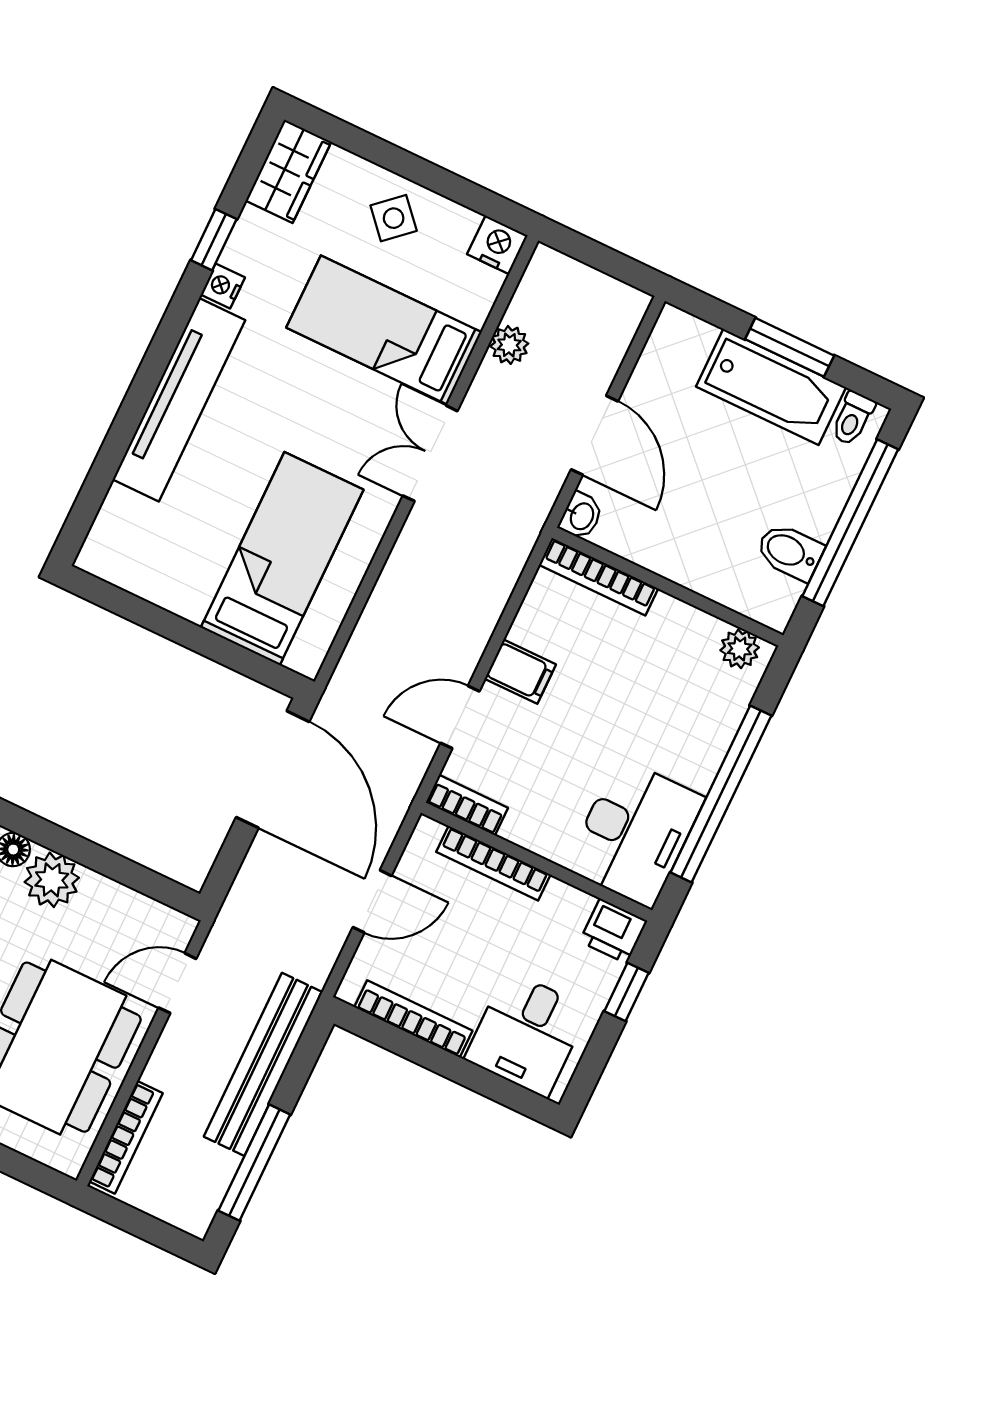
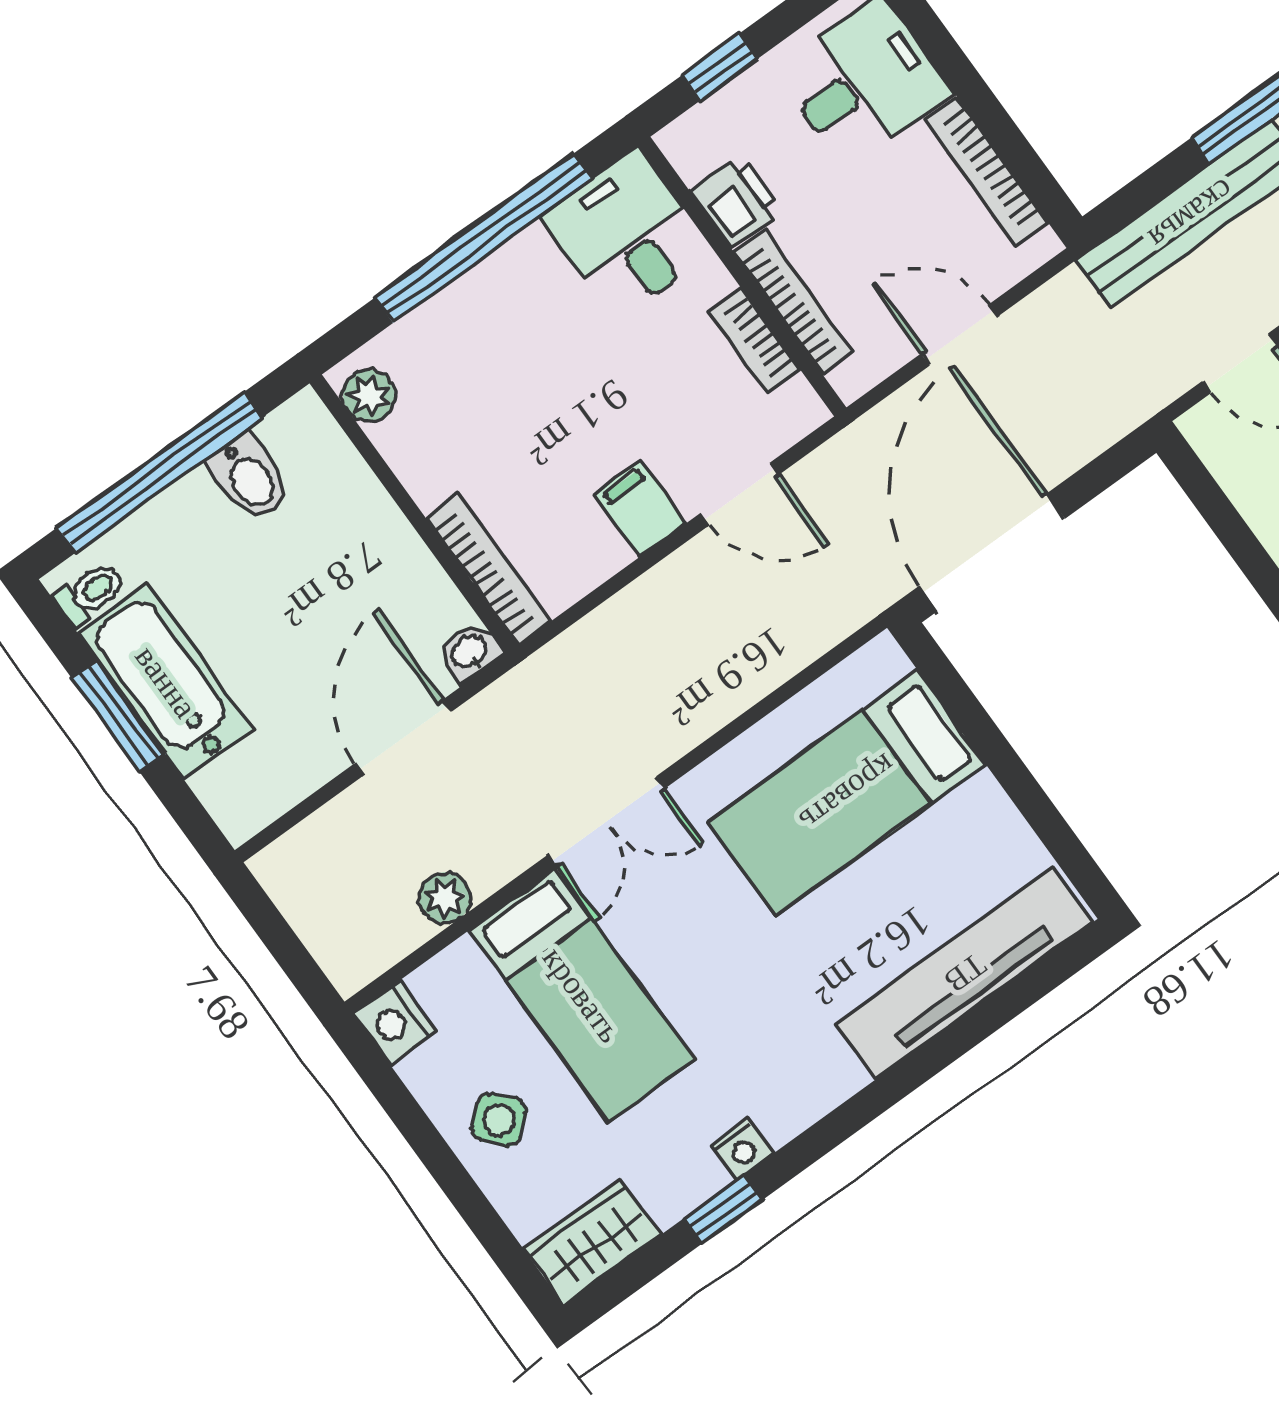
tv unit: (179, 400) -> (965, 973), moved
bookcase: (467, 805) -> (754, 341), moved
desk: (635, 833) -> (627, 234), width x0.73
printer: (613, 931) -> (736, 201), moved

